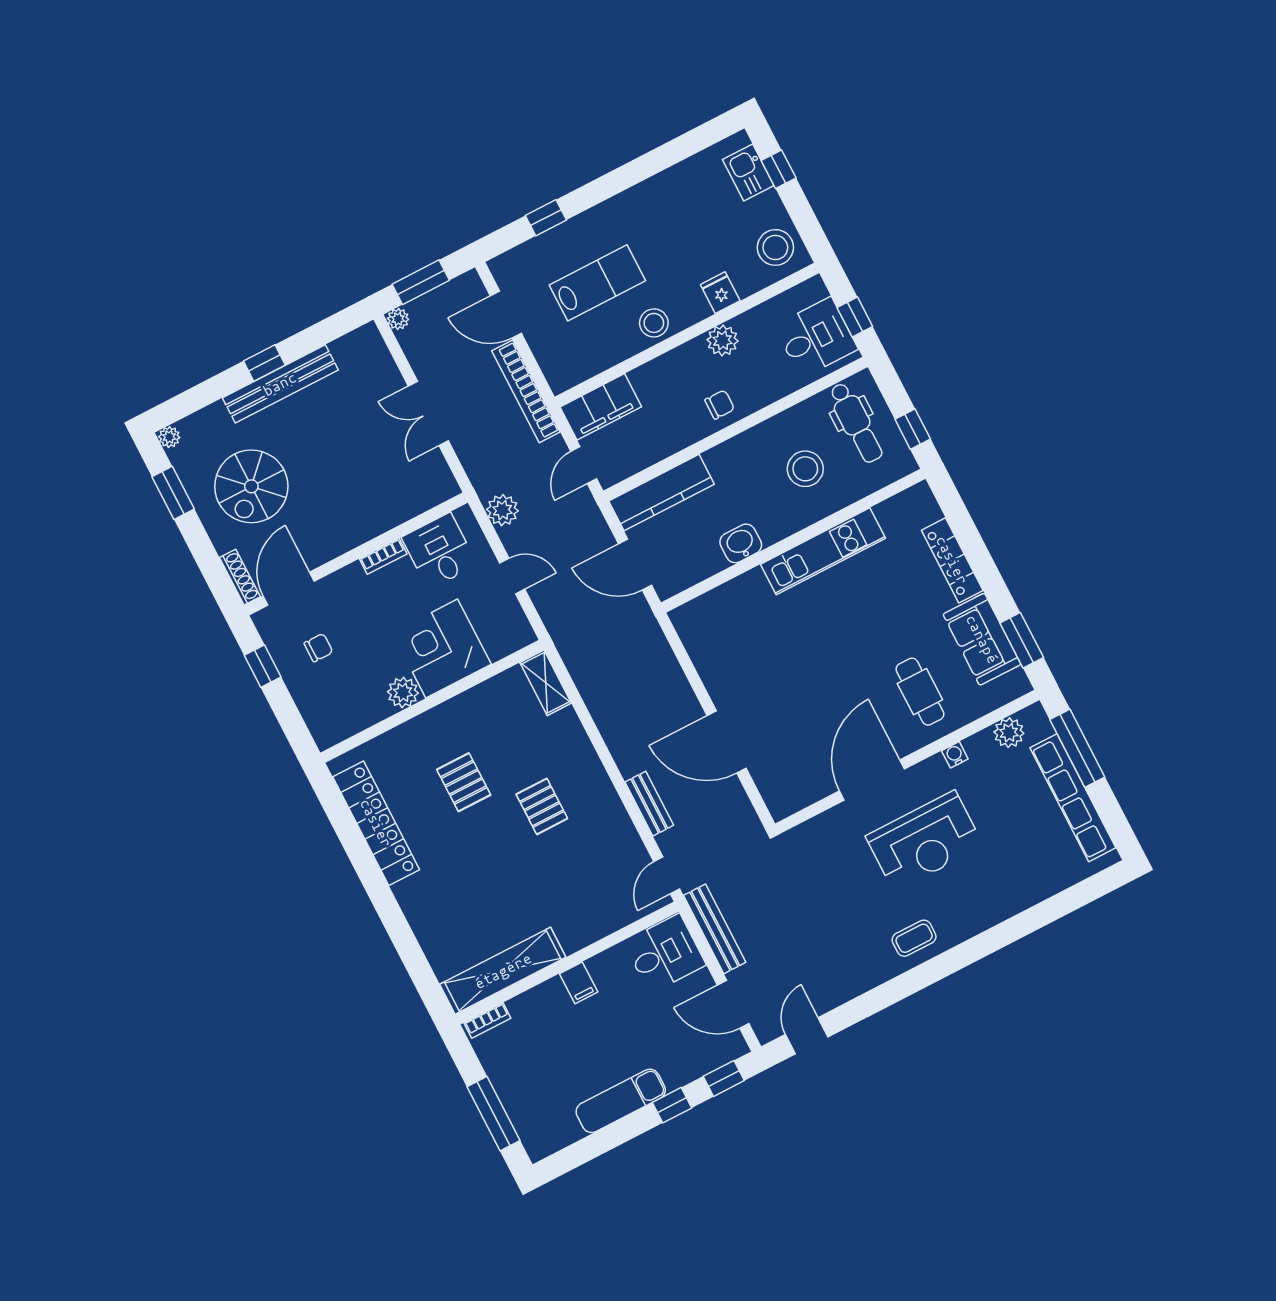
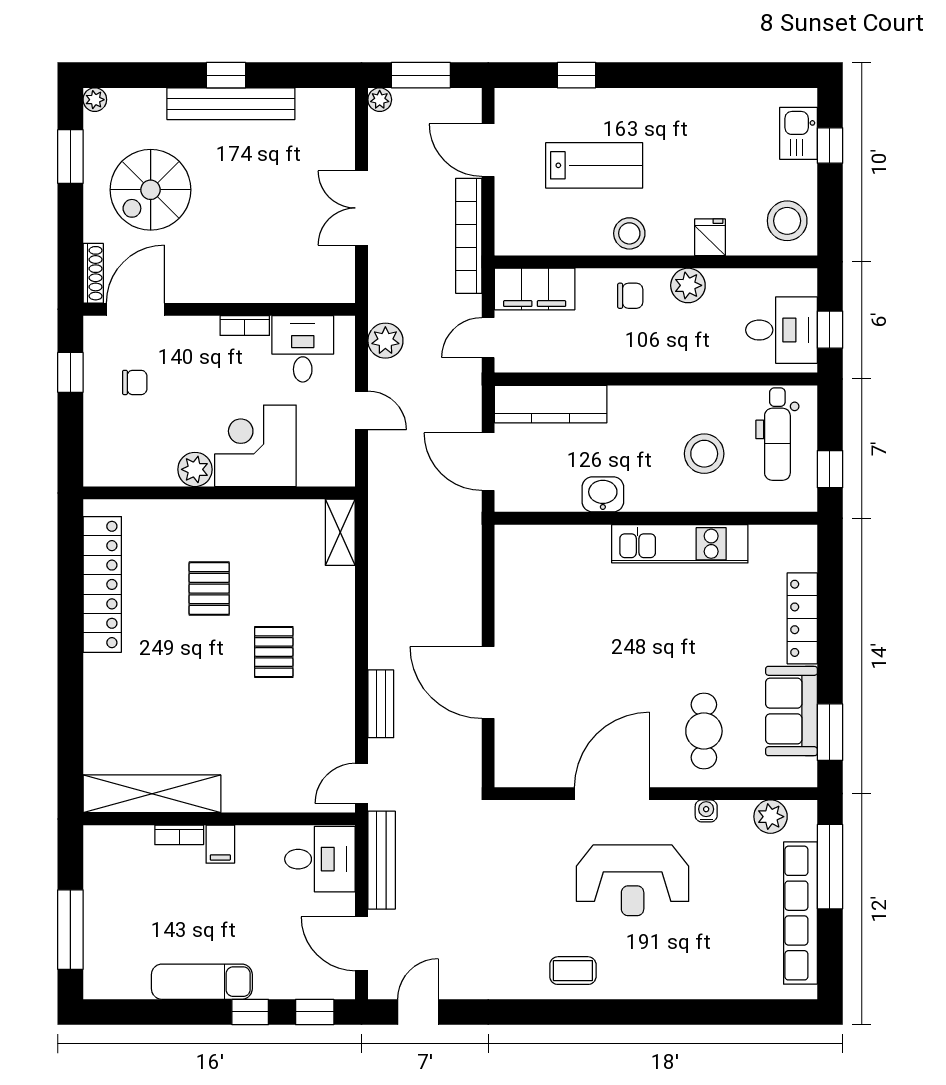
chair: (720, 405) -> (630, 296), moved
bookcase: (487, 1021) -> (179, 835), moved

